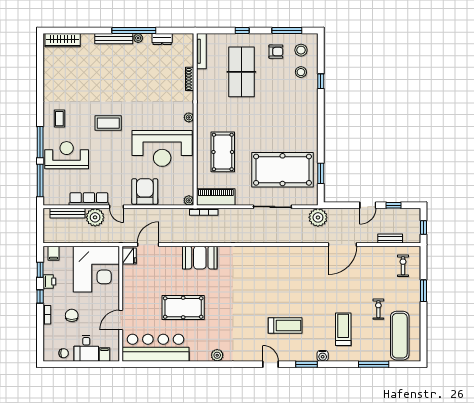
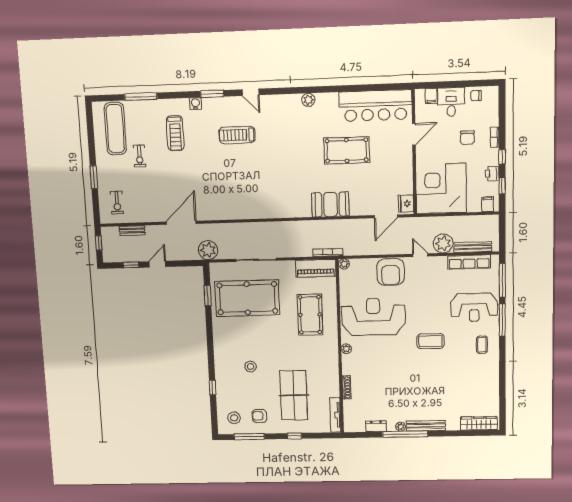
stool: (301, 72) -> (251, 367), moved
row of seats: (89, 199) -> (469, 262), moved

